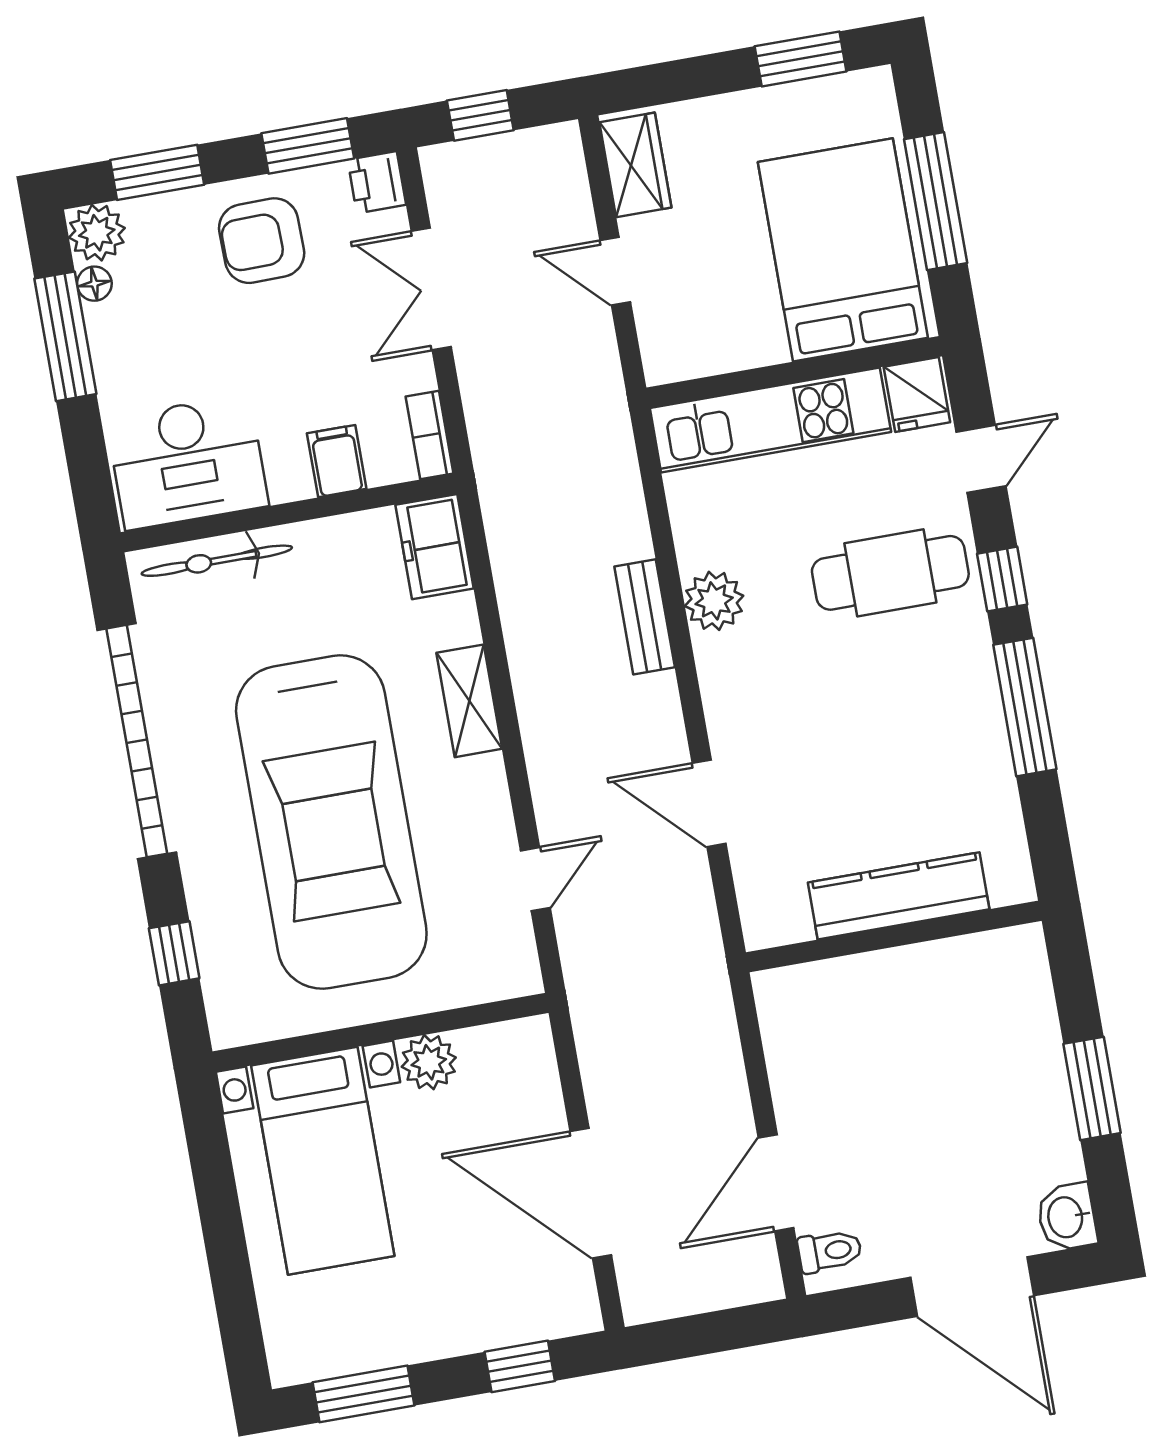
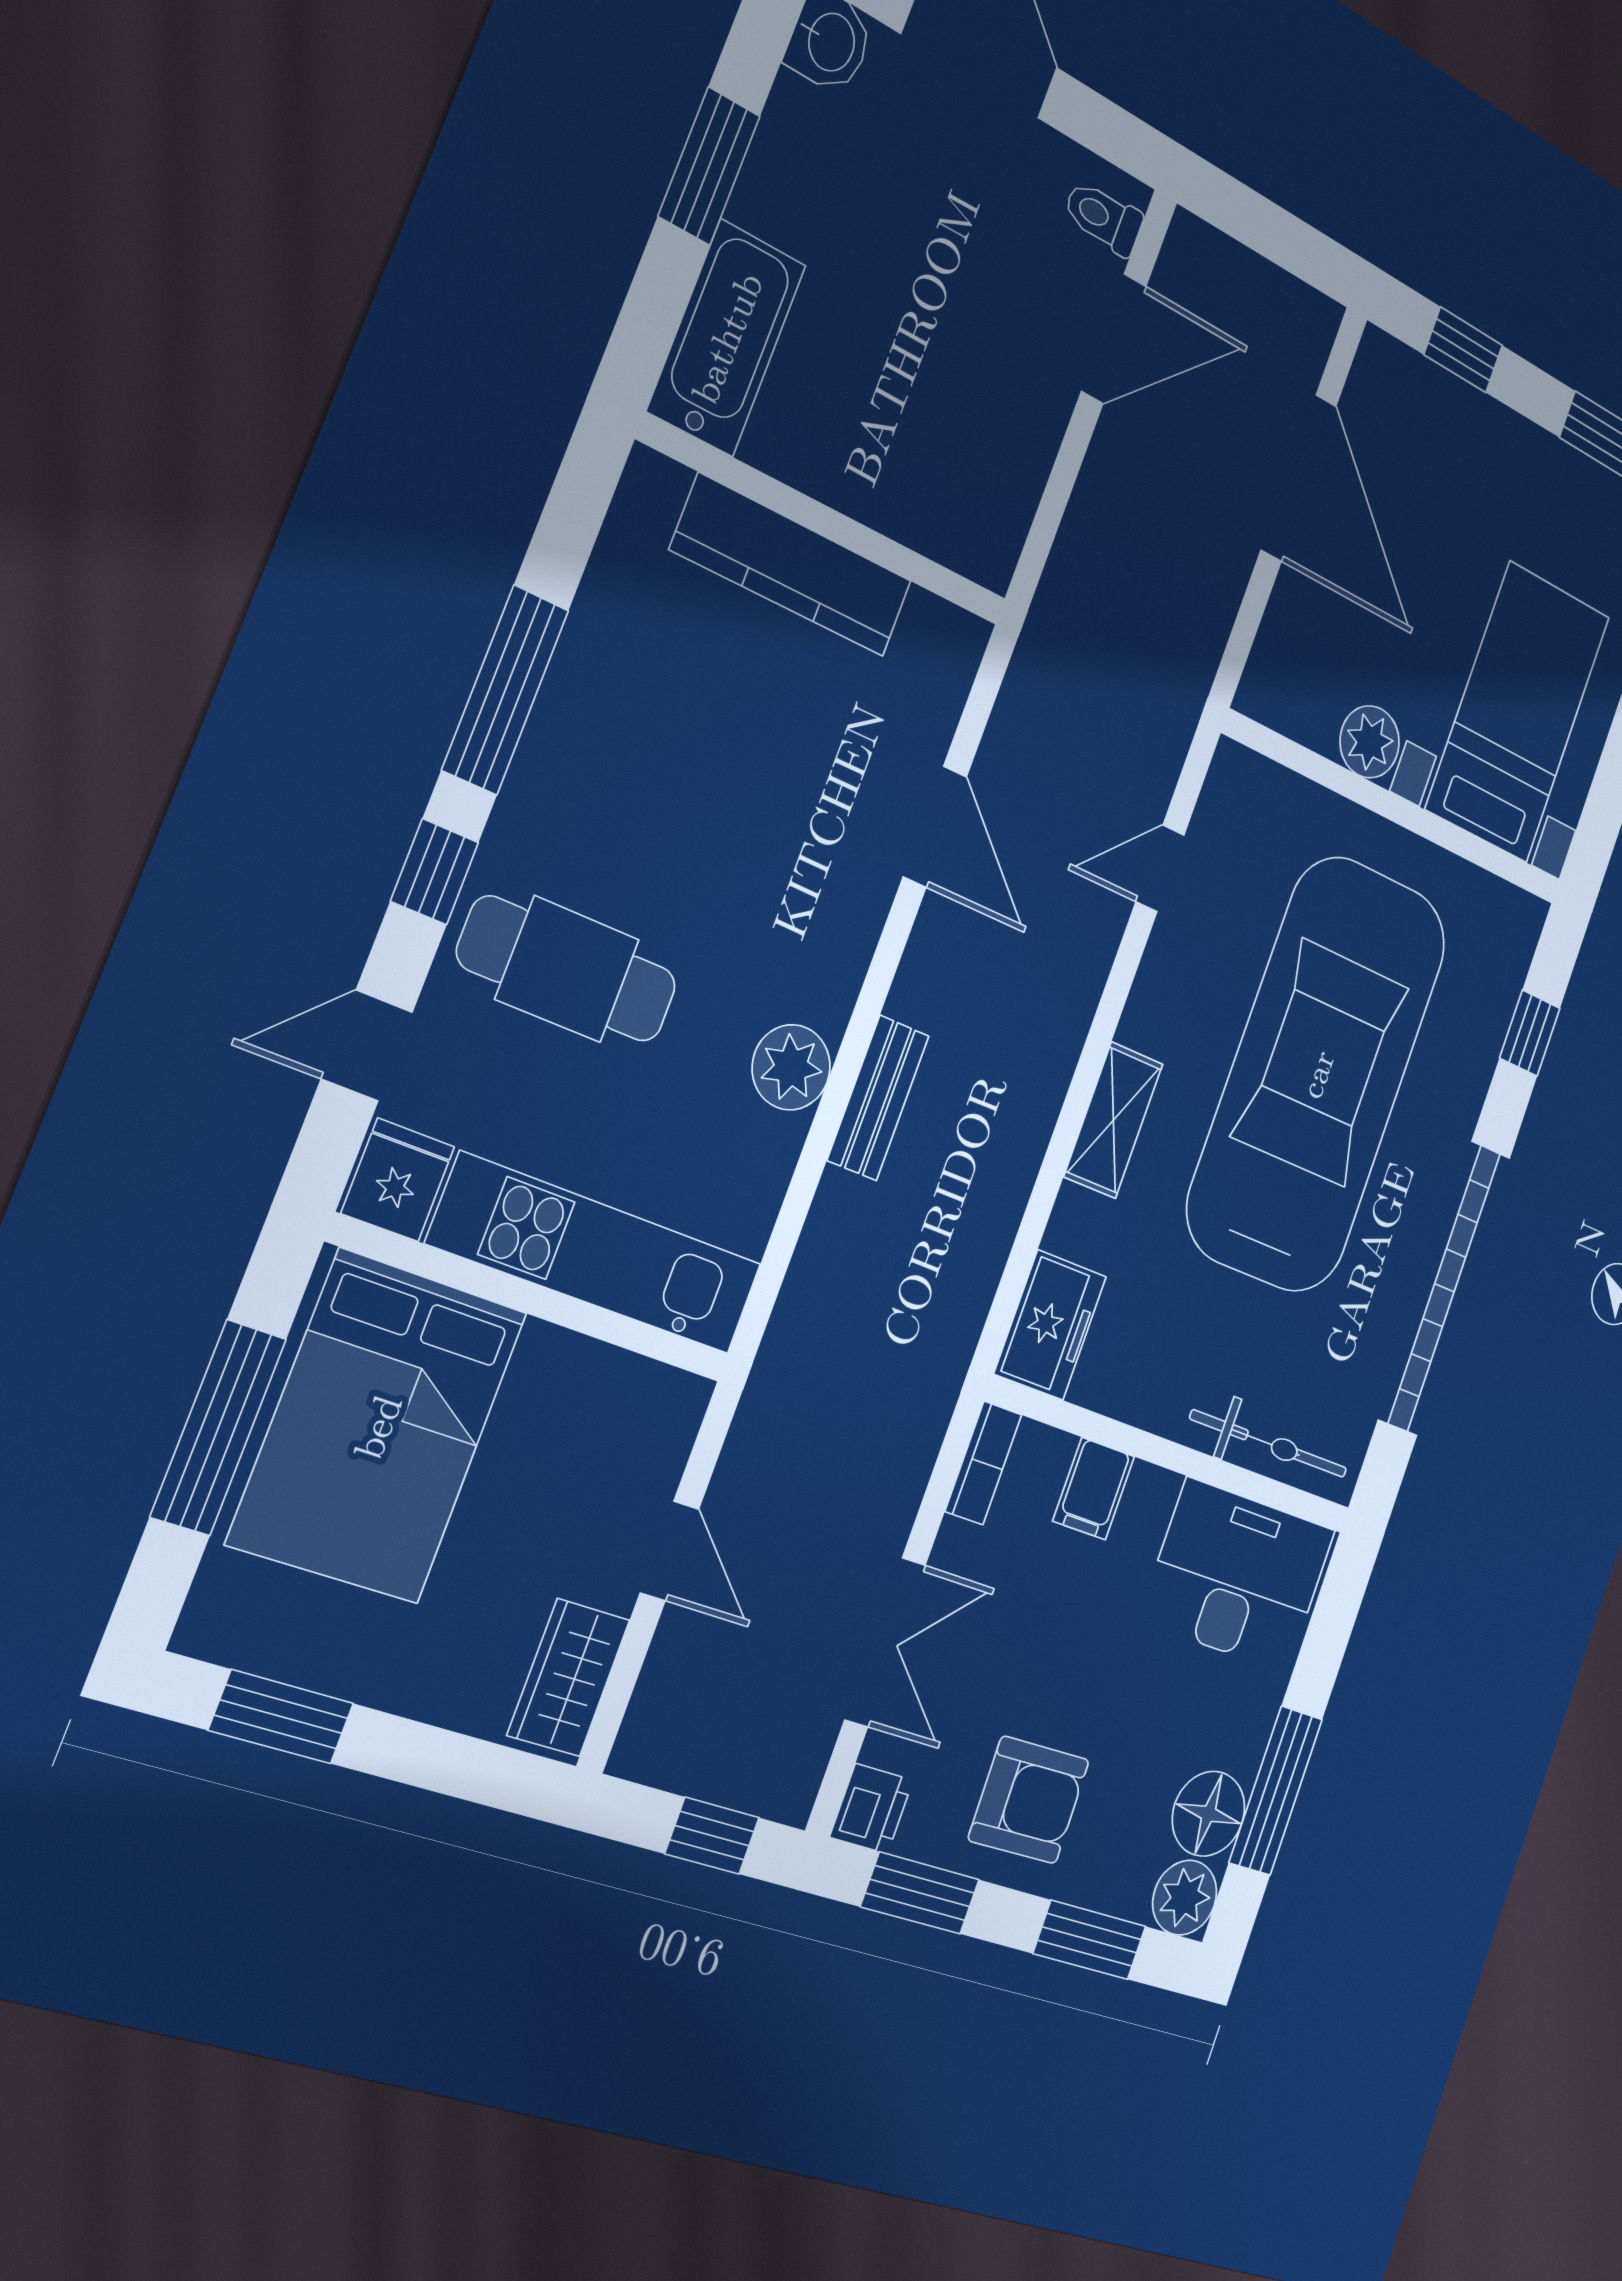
floor lamp: (94, 284) -> (1209, 1814), width x1.89, depth x1.89
bathtub: (1021, 998) -> (727, 338), added

